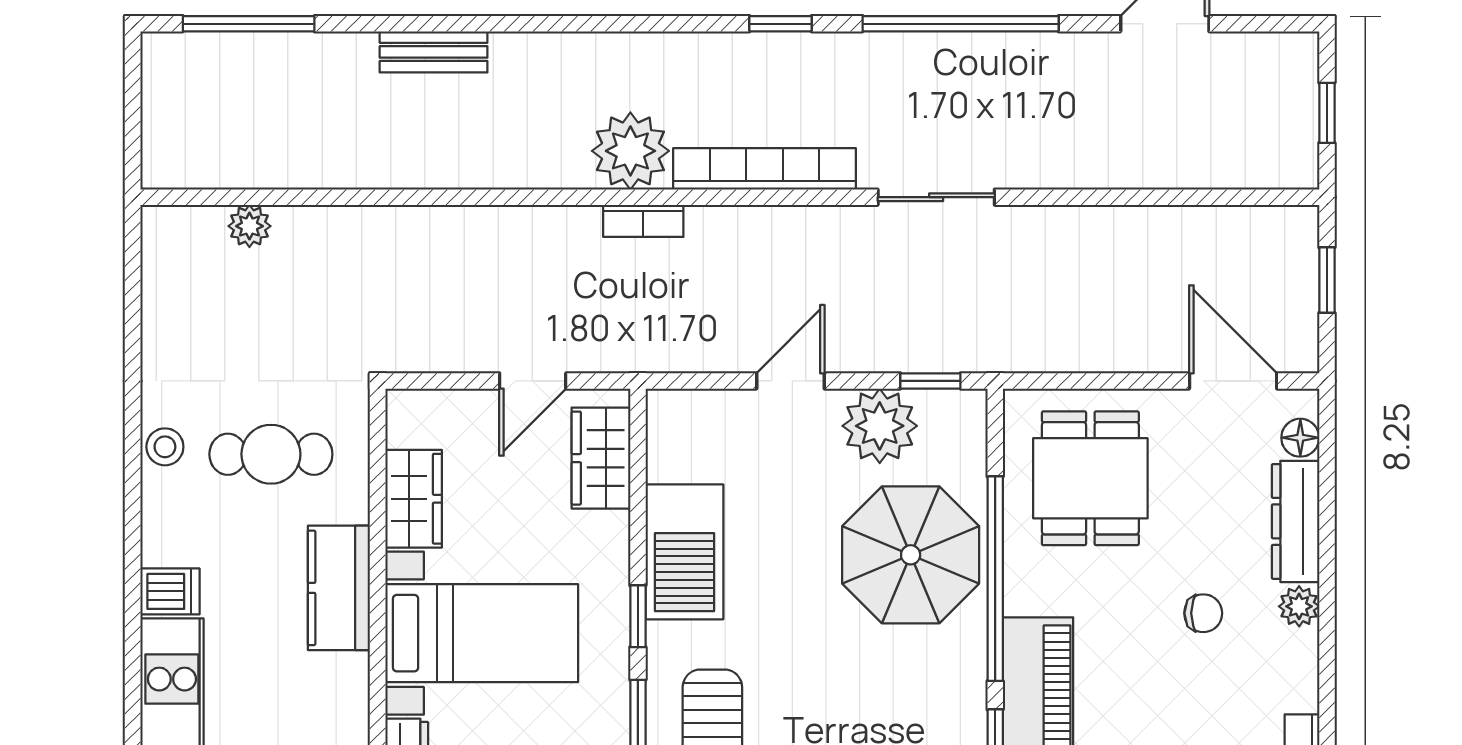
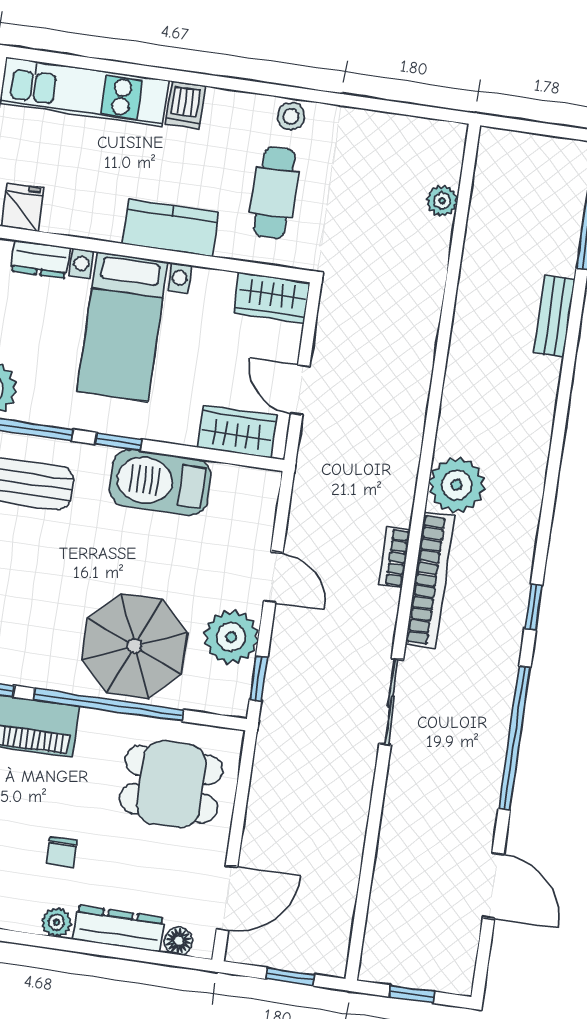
bench: (434, 52) -> (554, 316), moved
bookcase: (643, 221) -> (395, 557), moved
wardrobe: (414, 499) -> (272, 298), moved

